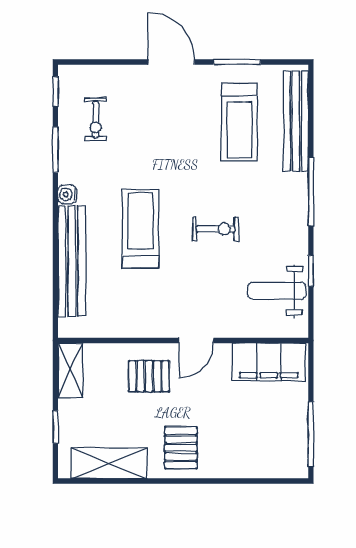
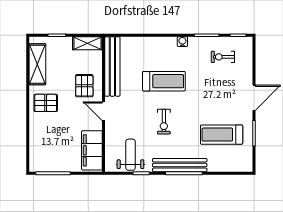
bench: (296, 121) -> (180, 165), moved
bench: (72, 261) -> (112, 66), moved, turned 90

